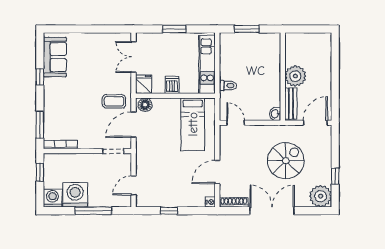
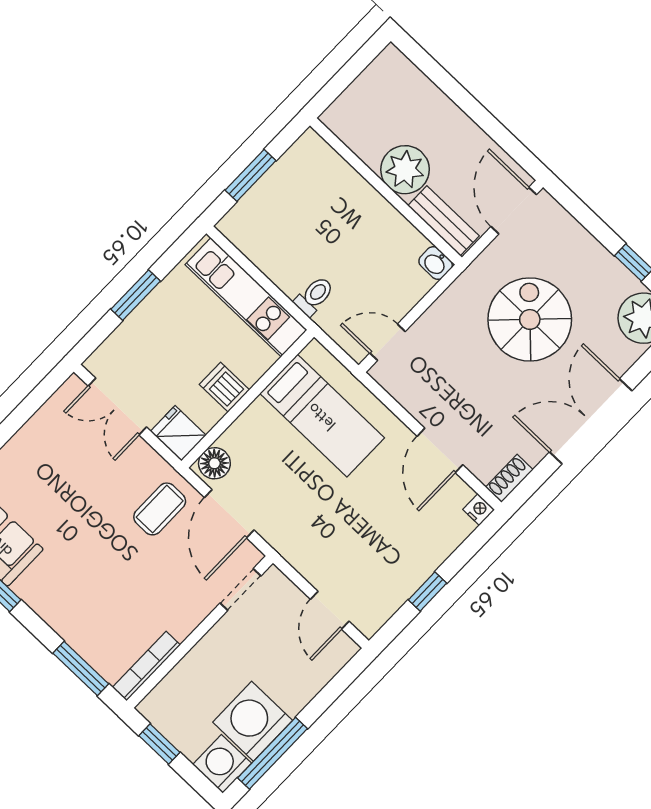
shoe rack: (234, 202) -> (509, 478), width x0.70
window: (93, 211) -> (272, 753), moved

